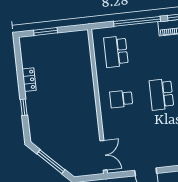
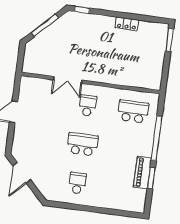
window: (46, 31) -> (170, 40), moved
window: (24, 107) -> (82, 10), moved
double door: (104, 155) -> (68, 80), moved

